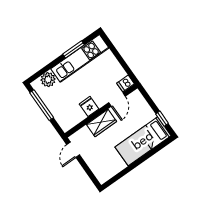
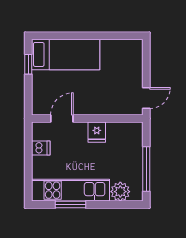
dishwasher: (125, 83) -> (41, 148), moved
wardrobe: (102, 123) -> (96, 105), removed

